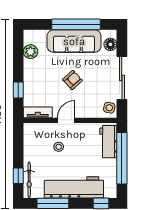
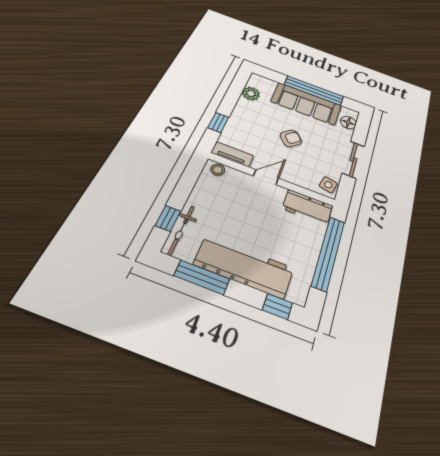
sliding door: (122, 78) -> (353, 160), width x0.73
workbench: (108, 142) -> (307, 207), moved, turned -90
stool: (59, 147) -> (218, 170), moved

